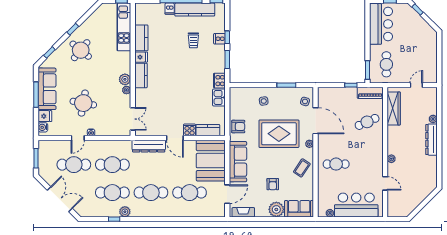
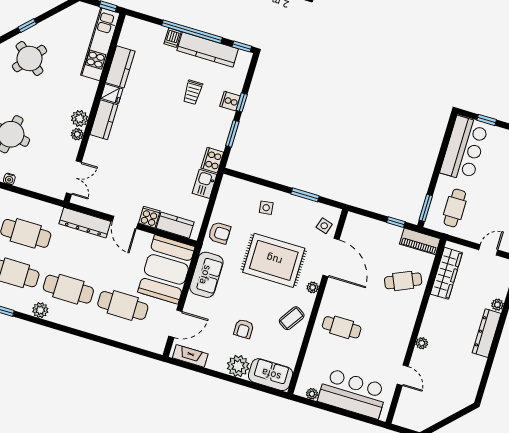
sofa: (238, 162) -> (206, 275), width x0.73
plant: (125, 212) -> (40, 310), moved

